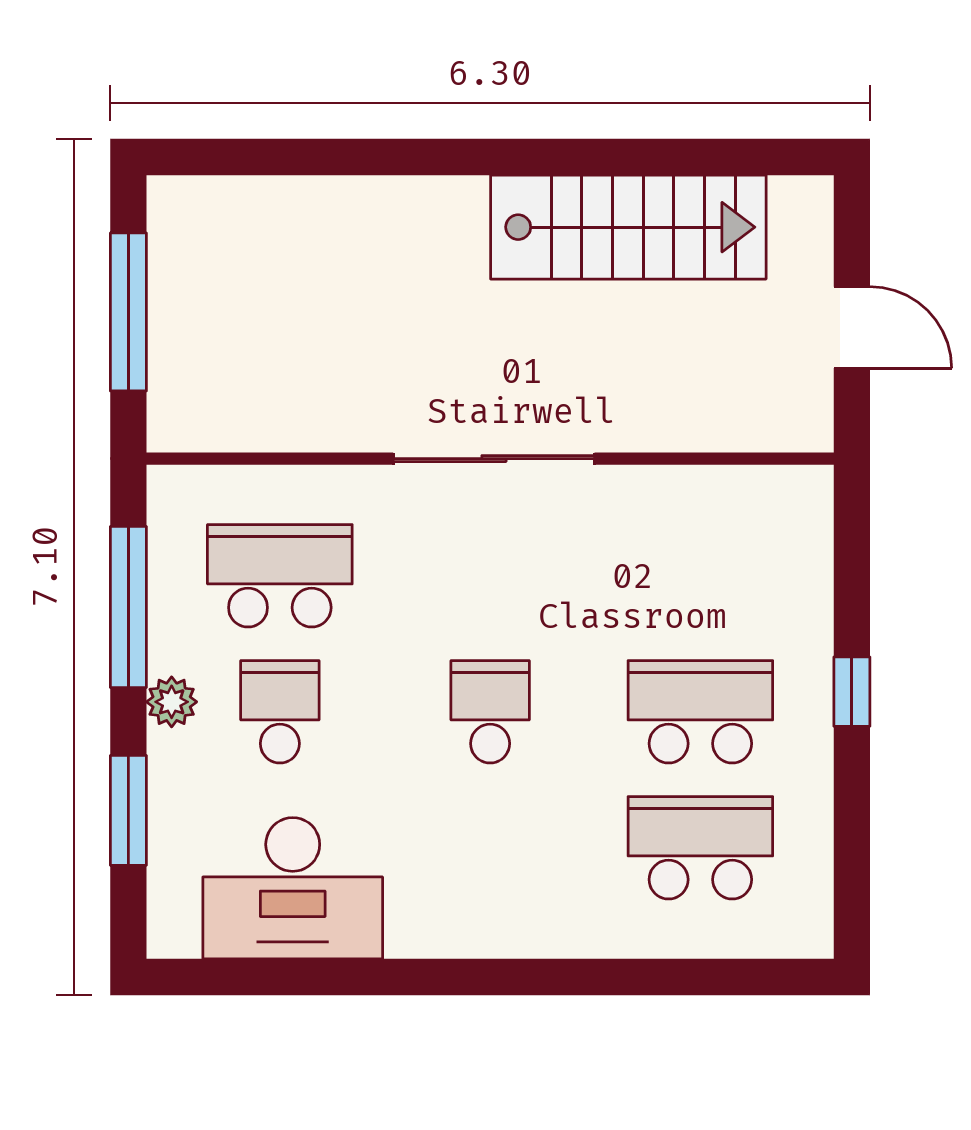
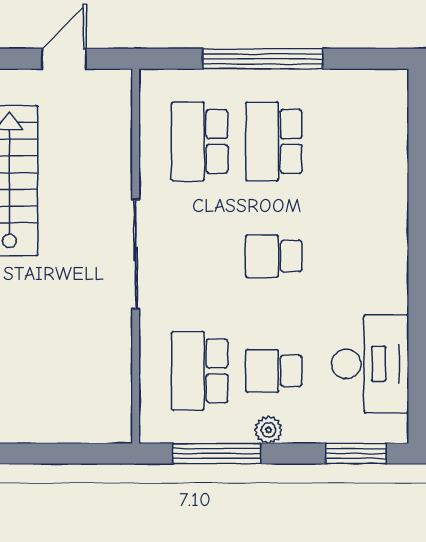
window: (128, 312) -> (56, 454), removed
window: (852, 692) -> (263, 59), width x3.17
window: (128, 810) -> (356, 454), moved
school desk: (700, 848) -> (200, 141), moved

